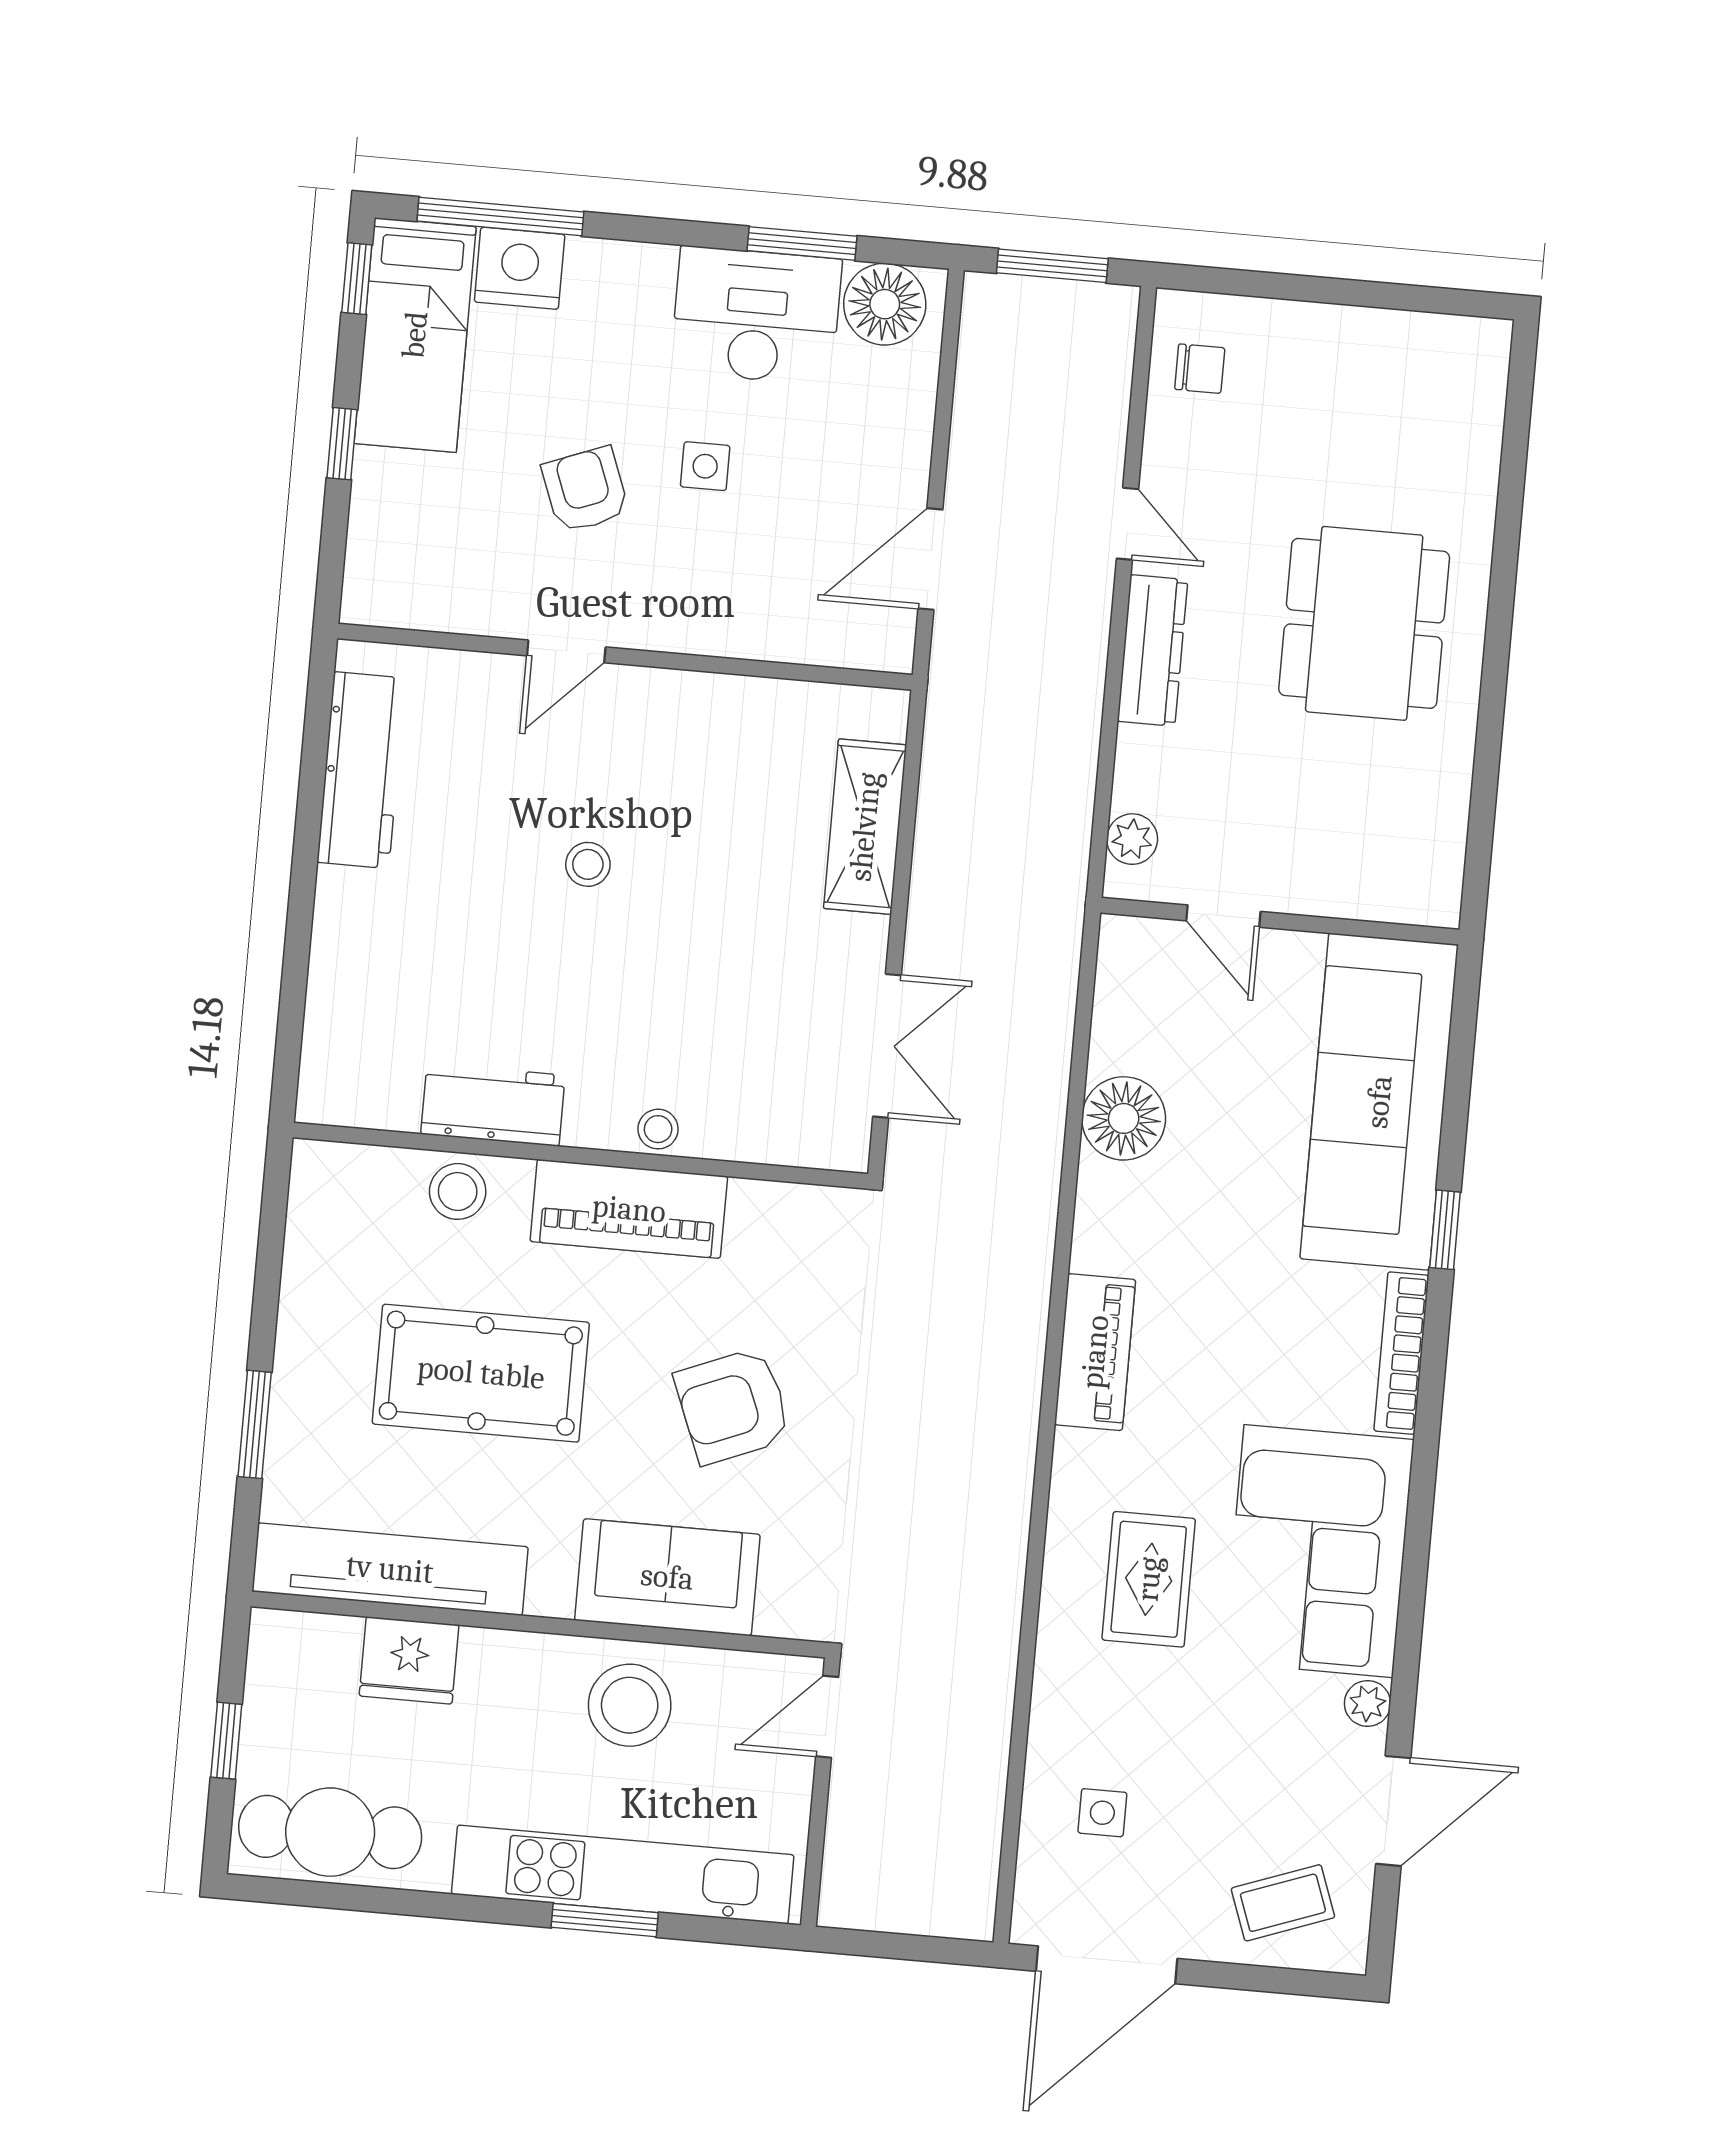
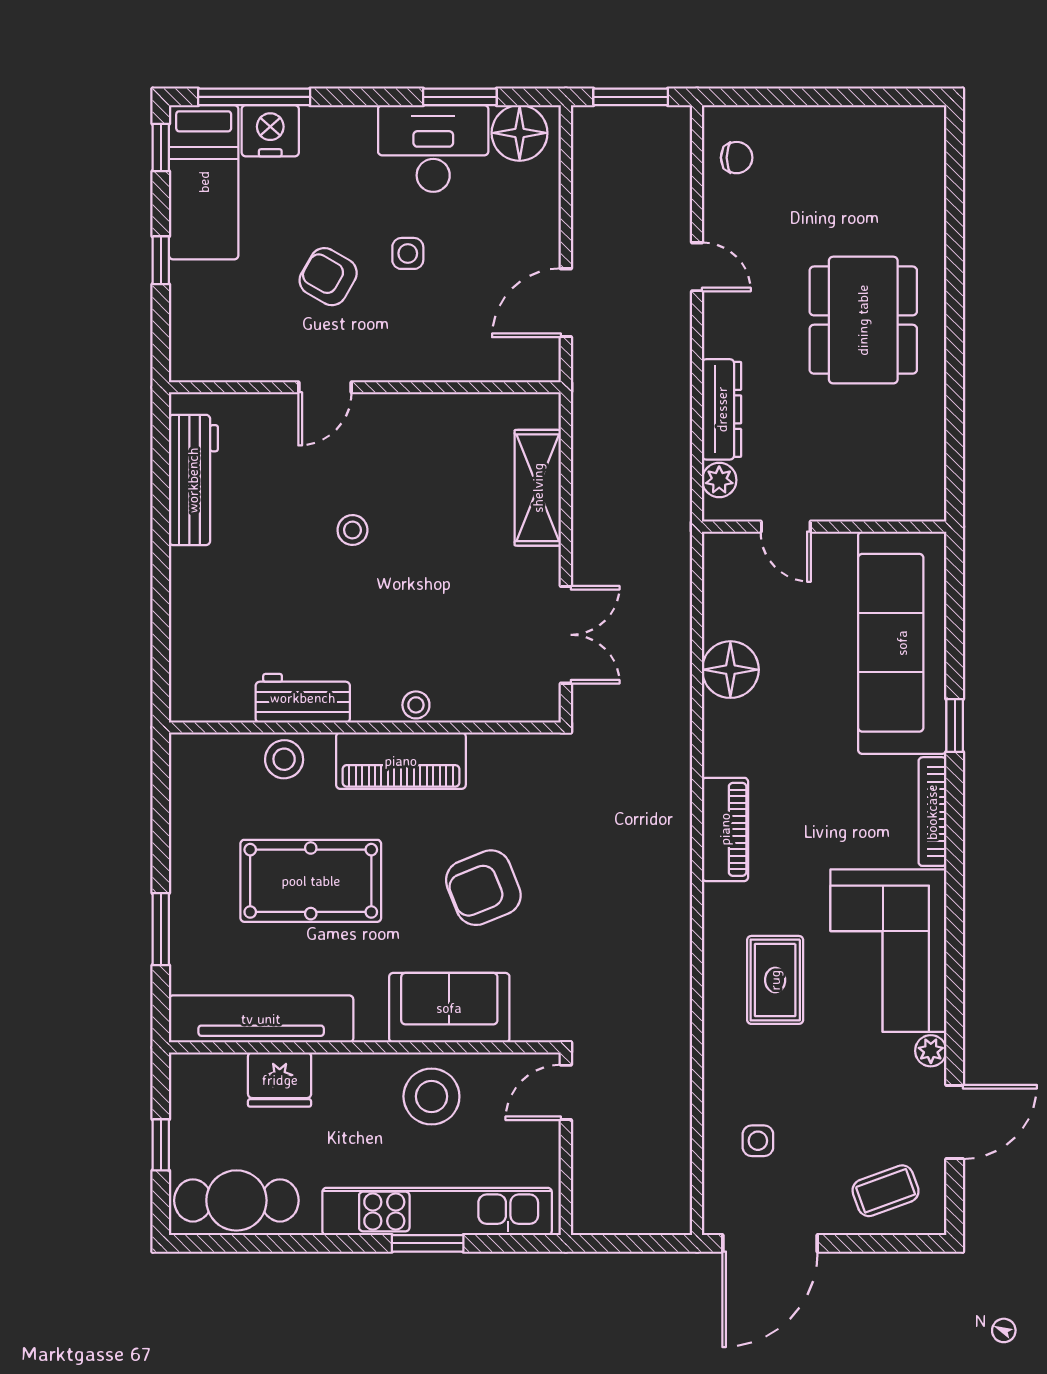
armchair: (585, 490) -> (328, 277), turned -39
dresser: (1152, 650) -> (722, 409), moved

